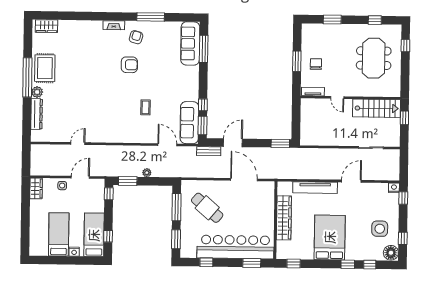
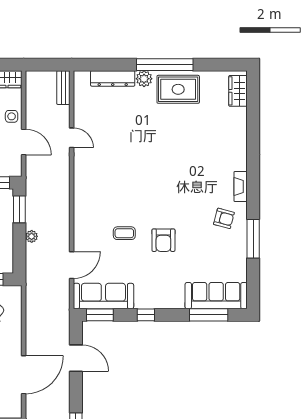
armchair: (129, 65) -> (163, 240), moved
window: (203, 105) -> (146, 315), moved
bench: (209, 151) -> (63, 88), moved

